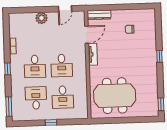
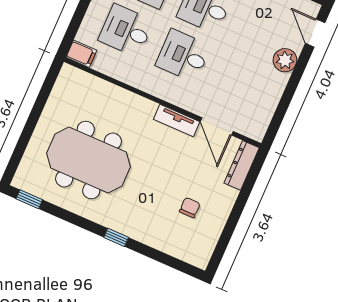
door: (65, 9) -> (315, 33), moved
meeting table: (115, 96) -> (89, 160), moved, turned 90
filing cabinet: (83, 112) -> (81, 54), added

